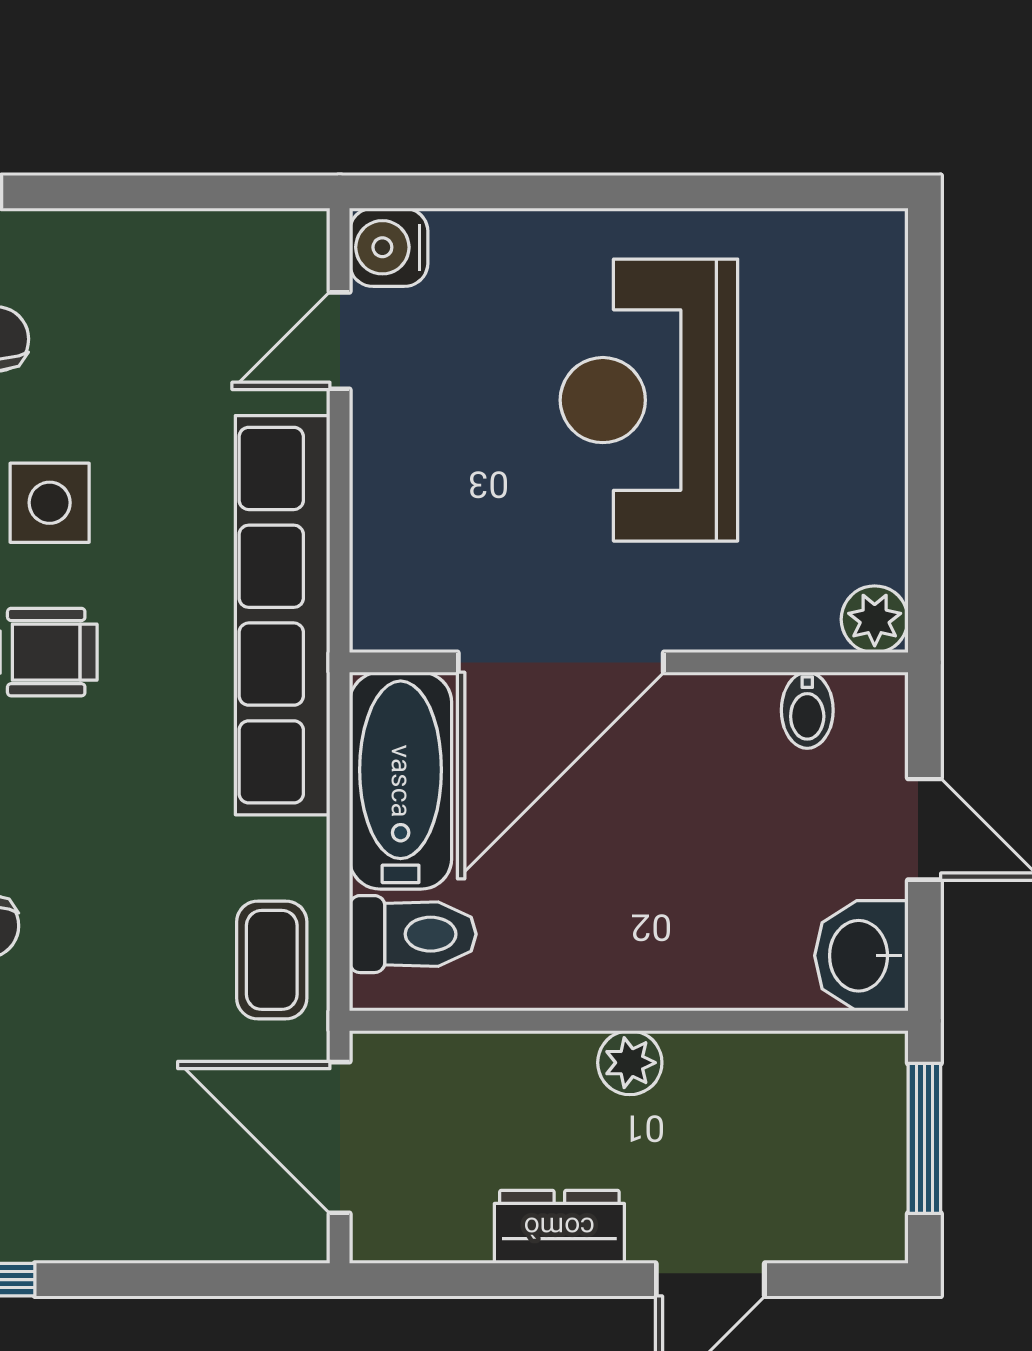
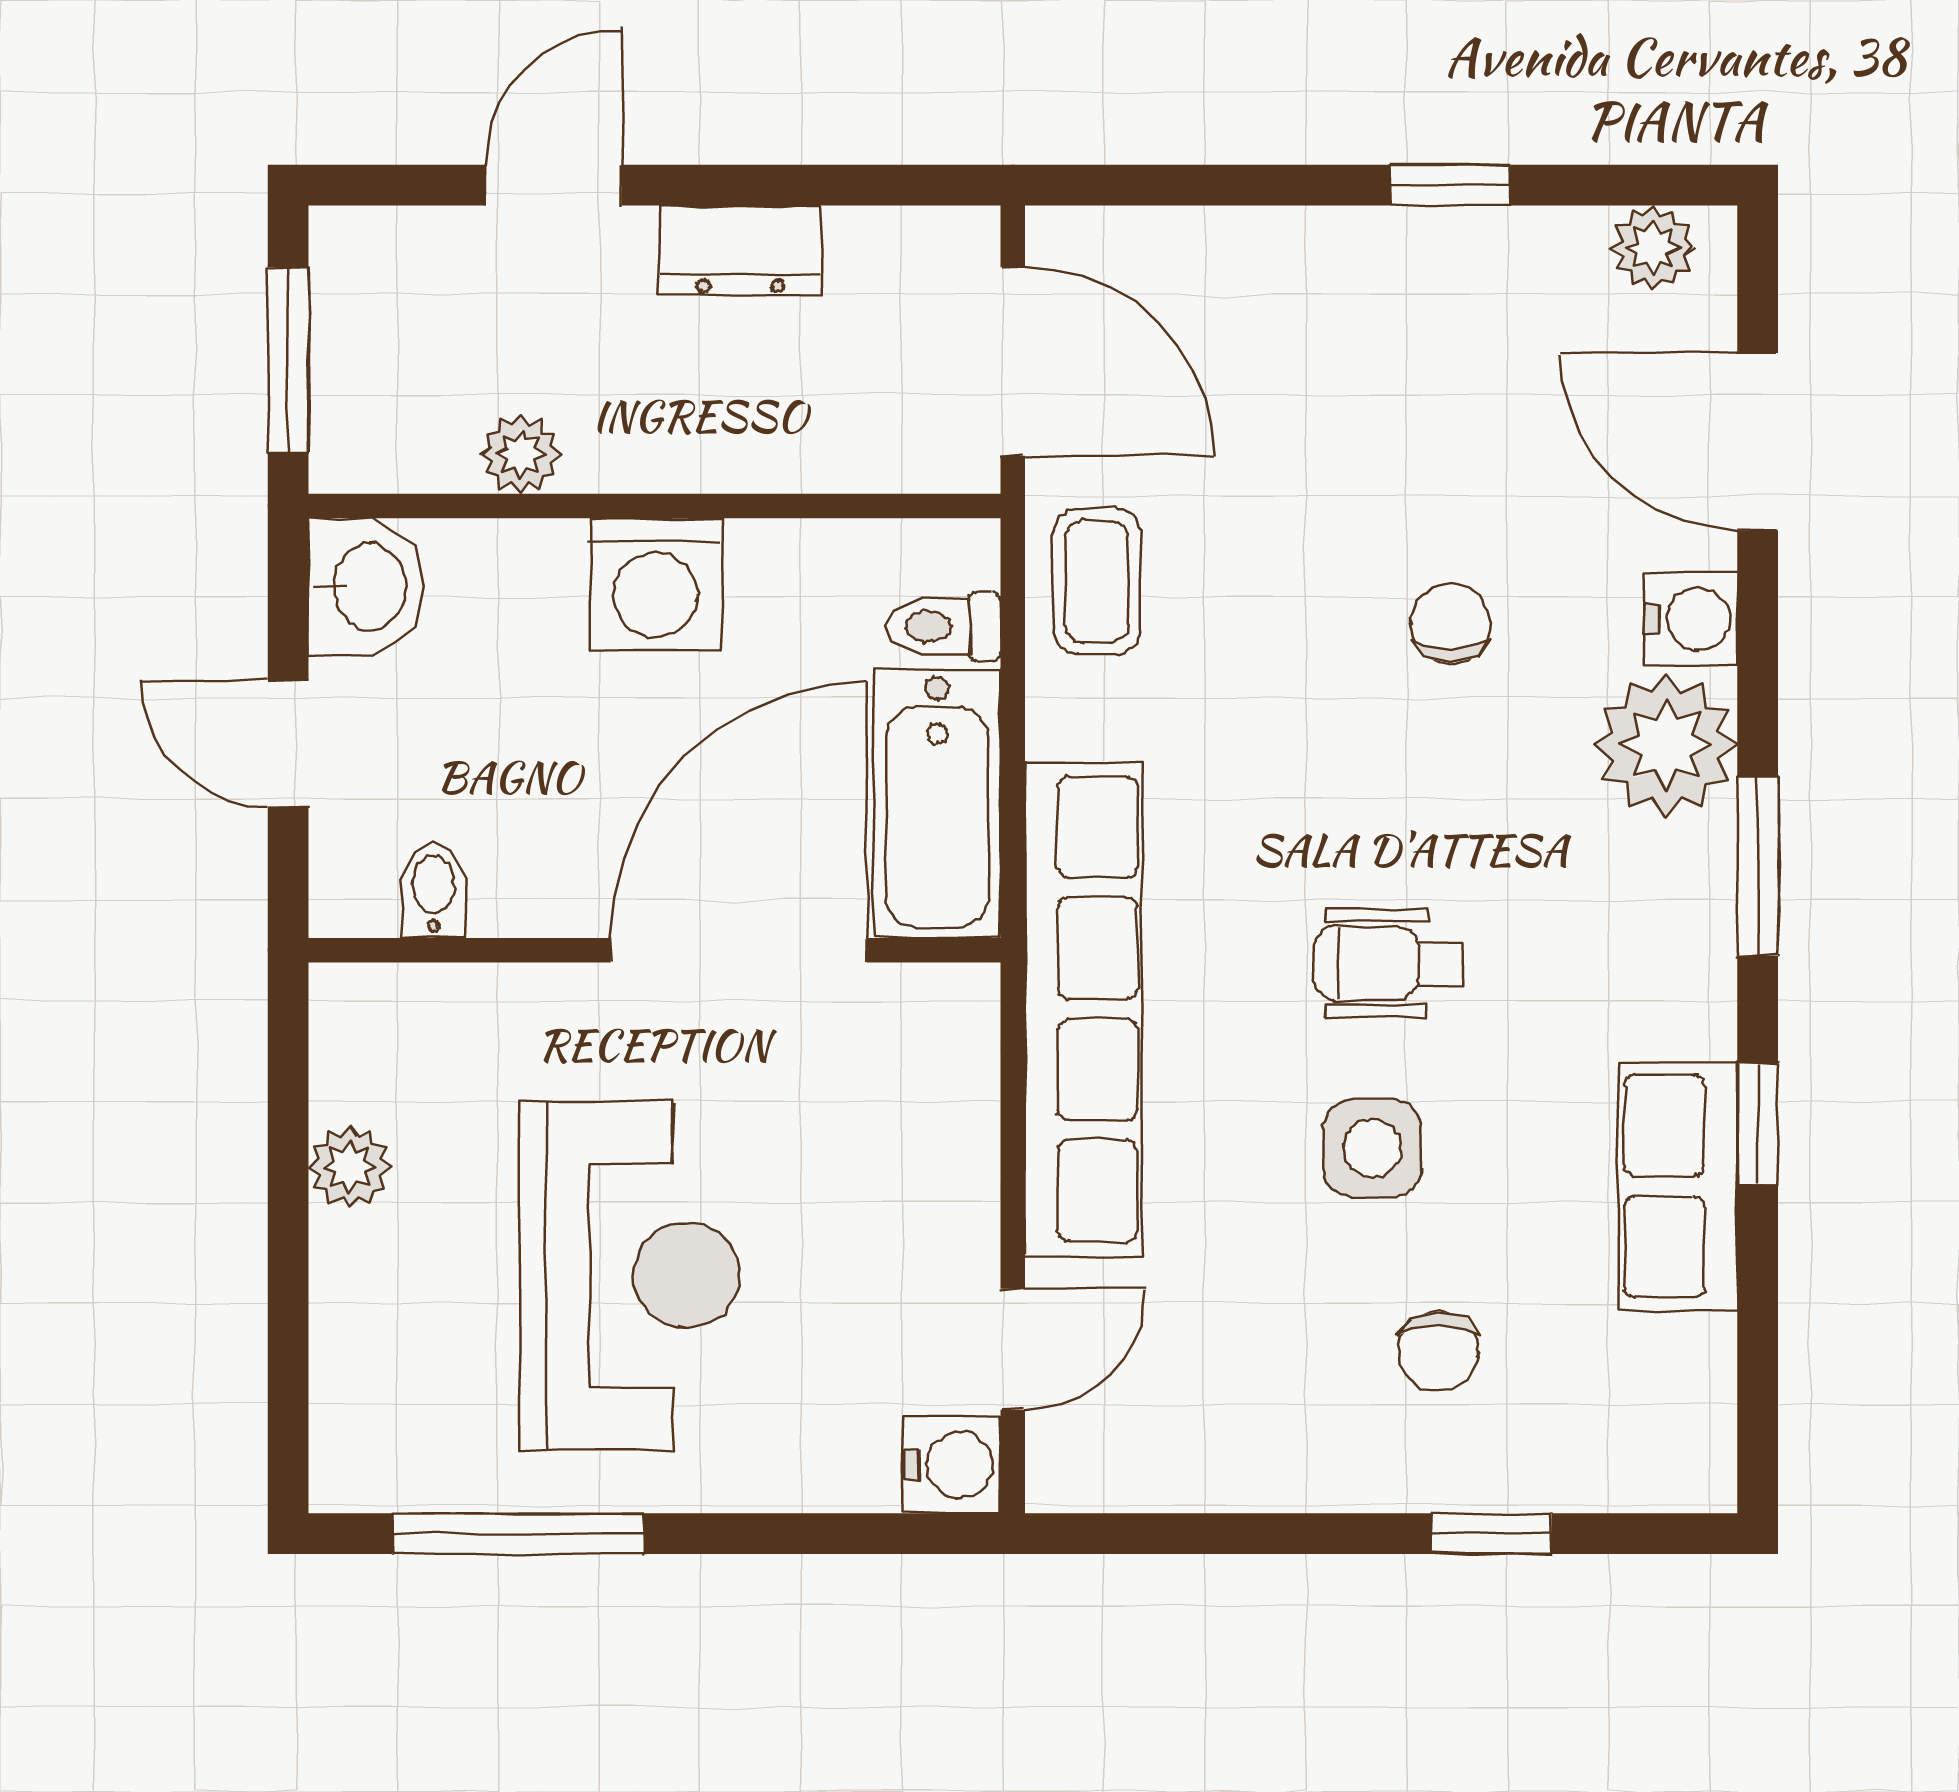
window: (739, 192) -> (518, 1534), added
plant: (875, 619) -> (350, 1167), moved
toilet: (413, 934) -> (944, 626), width x0.73, depth x0.72
washing machine: (628, 958) -> (656, 584), added
plant: (630, 1063) -> (521, 454), moved

